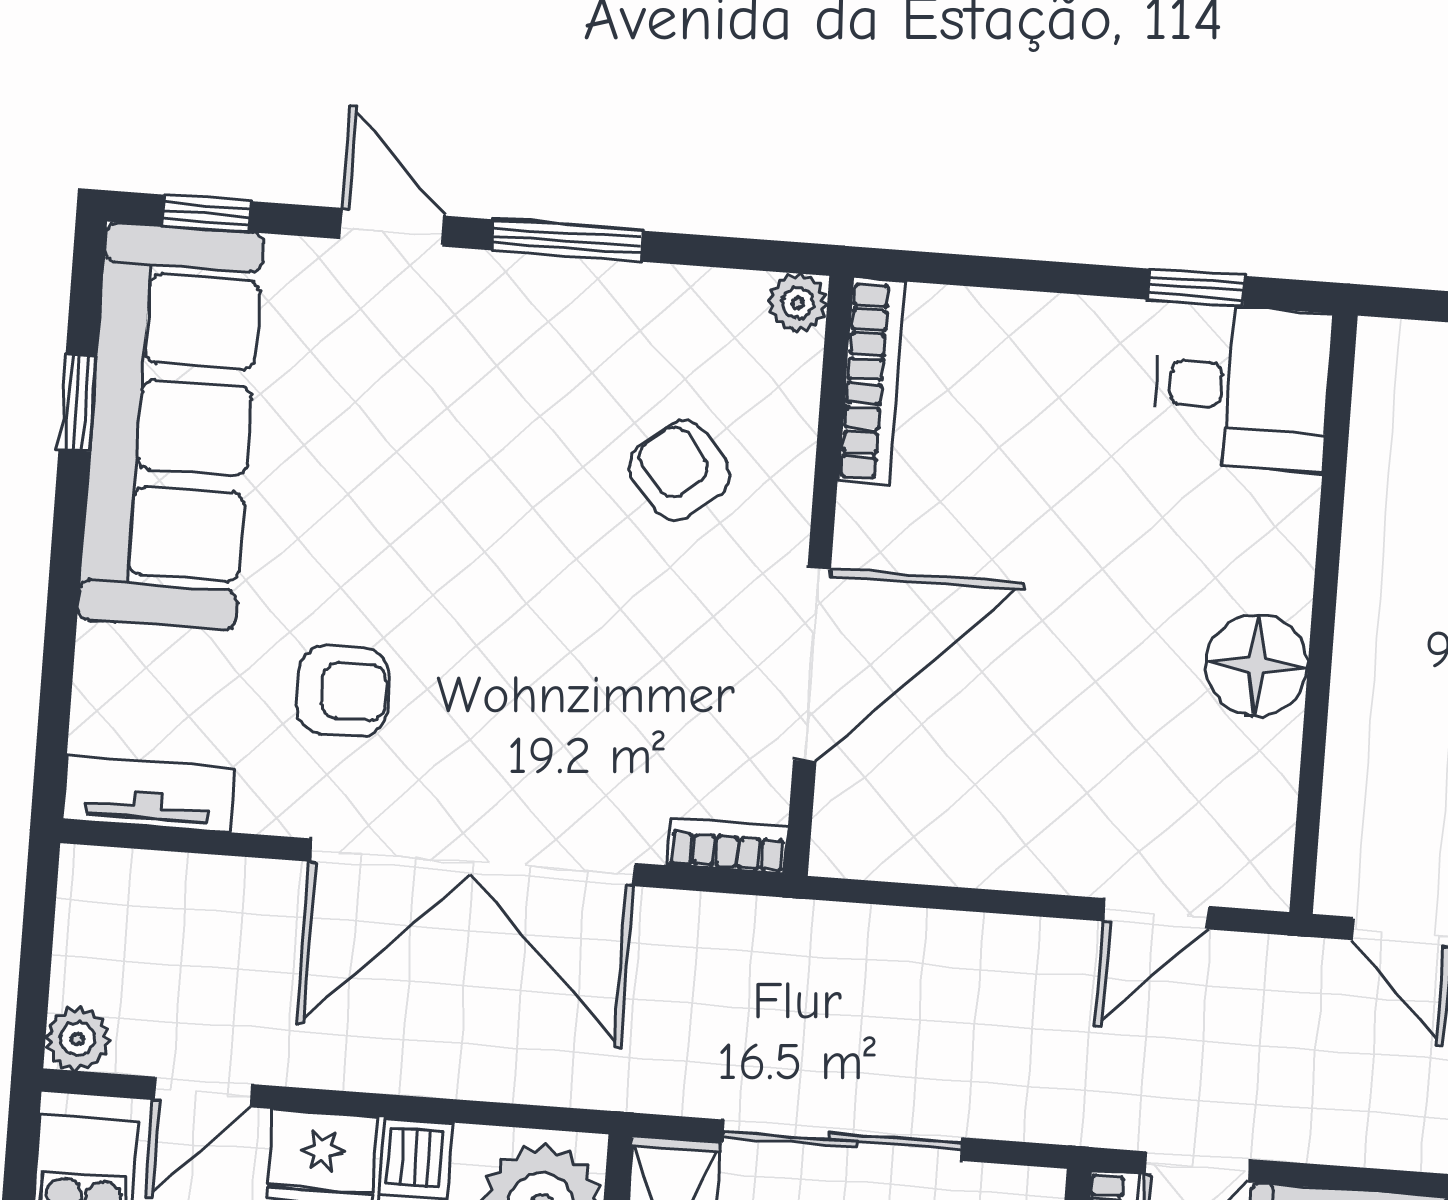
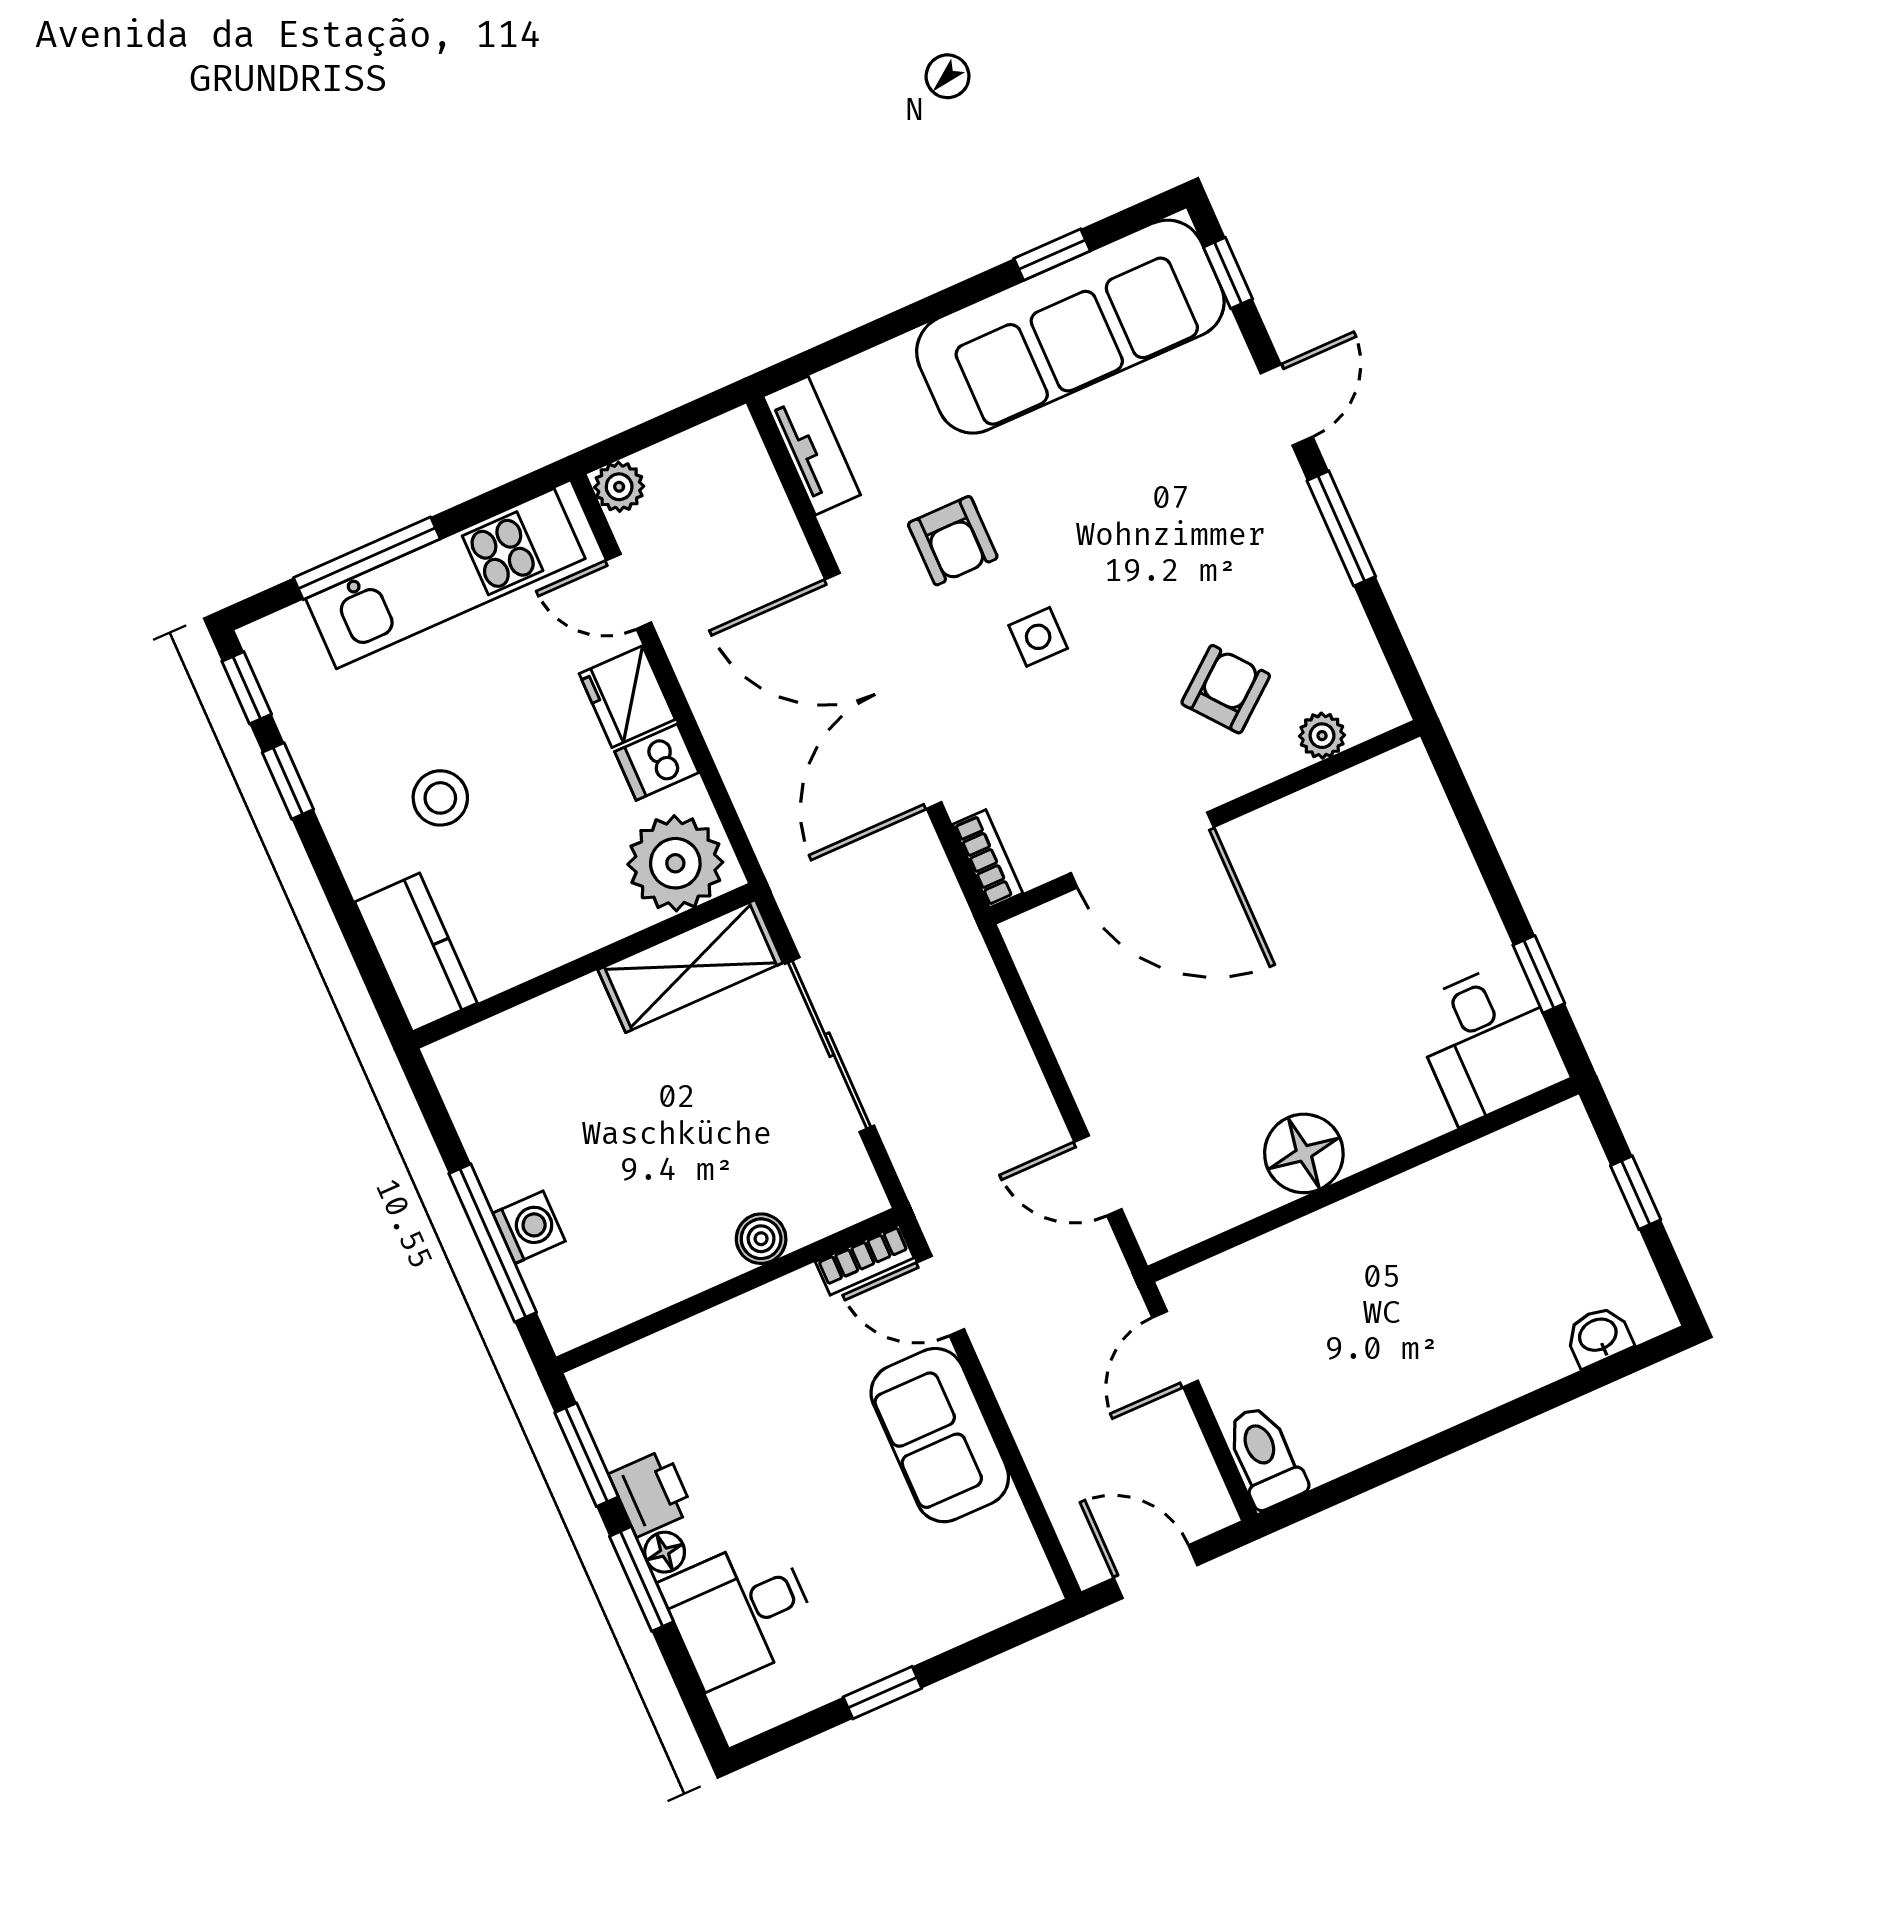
plant: (798, 303) -> (1322, 736), moved
bookcase: (871, 382) -> (1356, 787), removed
side table: (505, 653) -> (1038, 637), added

